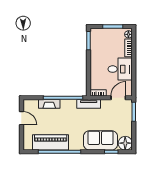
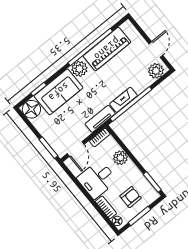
armchair: (109, 42) -> (131, 197), added
plant: (96, 71) -> (120, 158), added
fireplace: (49, 104) -> (123, 100), moved
plant: (32, 105) -> (156, 71), added
door: (21, 118) -> (156, 50), swing flipped
plant: (77, 144) -> (79, 69), added

